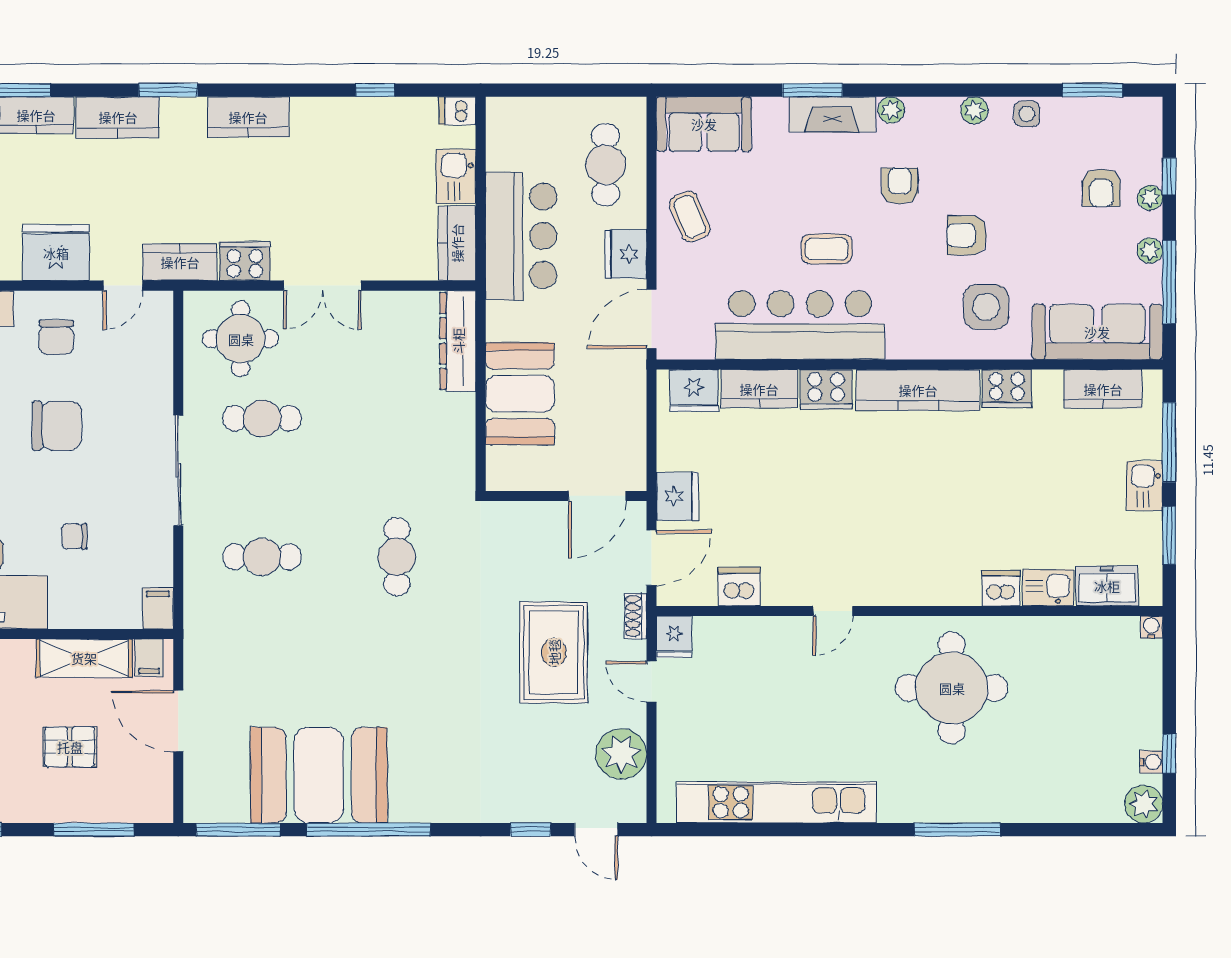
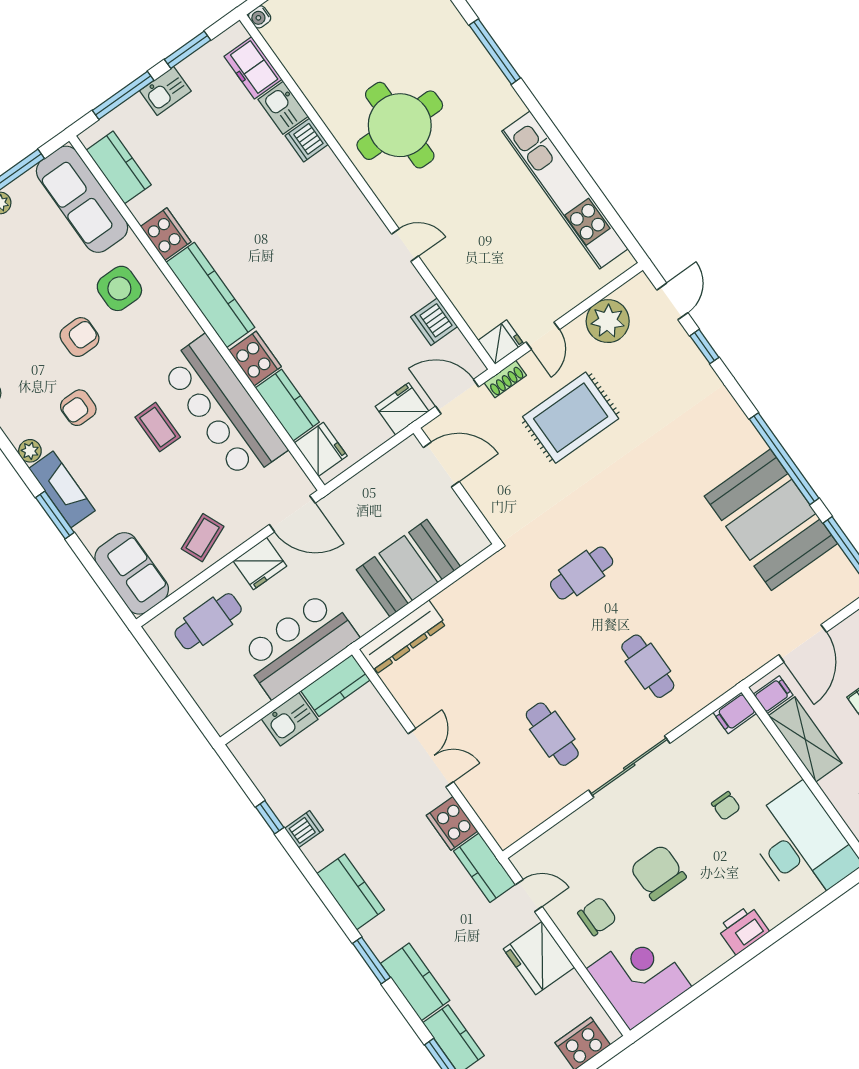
dishwasher: (457, 111) -> (304, 829), moved, turned -90
armchair: (967, 235) -> (79, 337), turned -90
round table: (241, 339) -> (508, 788), removed

